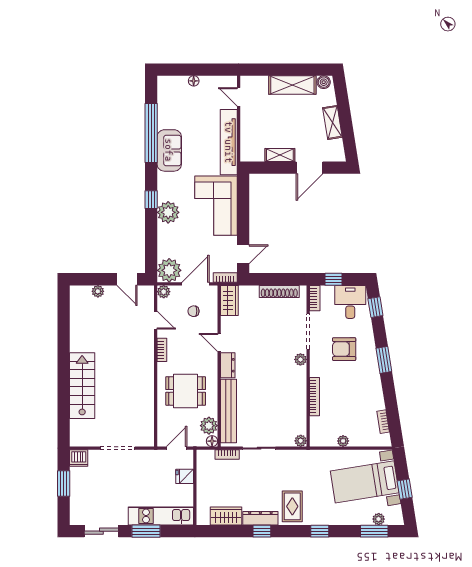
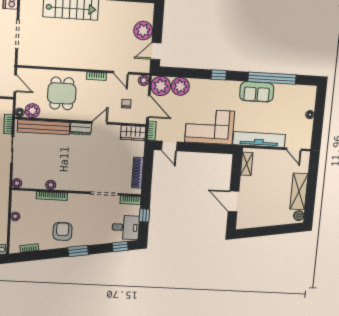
door: (239, 97) -> (294, 149), swing flipped
shelving: (332, 122) -> (267, 221), removed
shelving: (280, 155) -> (247, 164), moved
plant: (168, 212) -> (180, 86), moved
plant: (98, 291) -> (143, 31), width x1.88, depth x1.88
door: (156, 320) -> (121, 73), hinge flipped
armchair: (344, 349) -> (62, 231), moved
plant: (300, 359) -> (51, 185), moved

